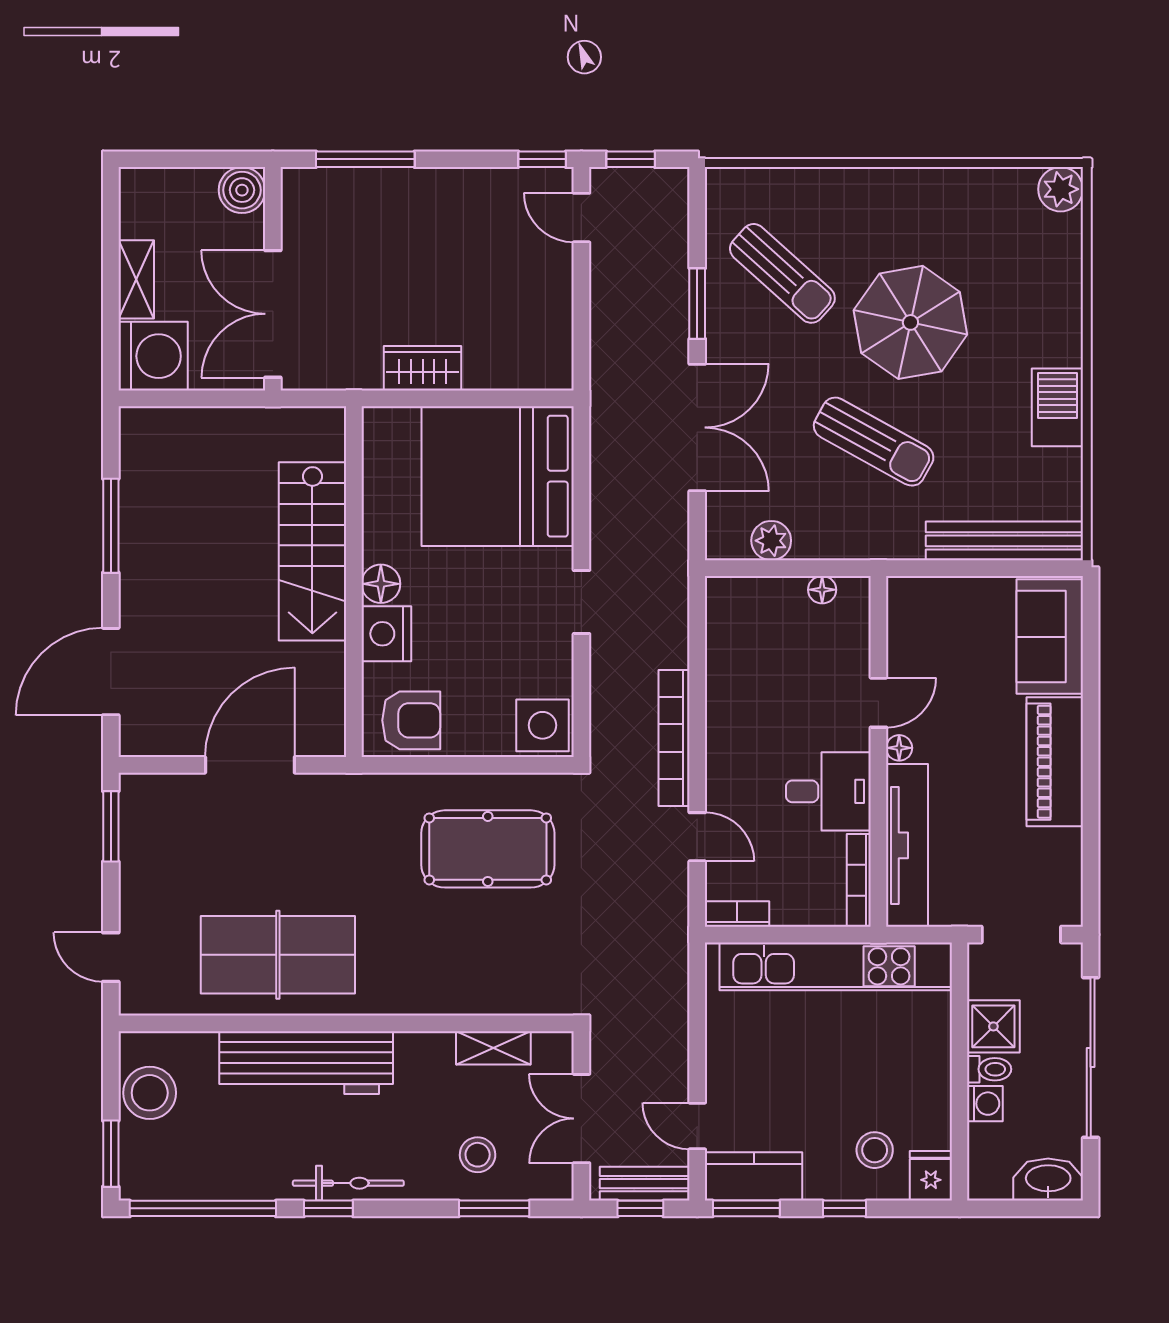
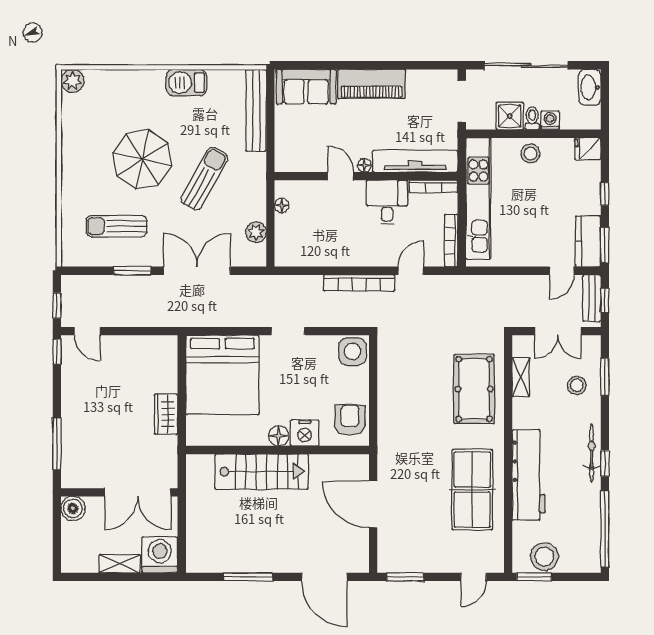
door: (581, 218) -> (87, 331), hinge flipped
sun lounger: (782, 273) -> (117, 226), turned -132
pool table: (488, 849) -> (474, 389), moved
bookcase: (737, 914) -> (451, 241), width x1.56
stool: (875, 1150) -> (531, 154), moved
window: (111, 1154) -> (534, 577), moved

